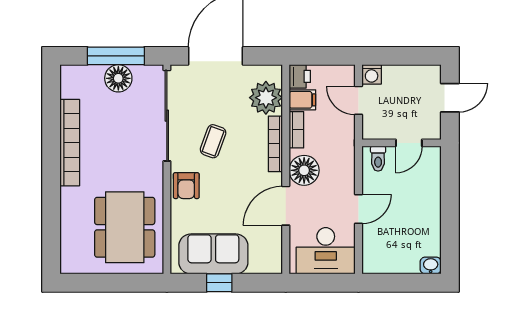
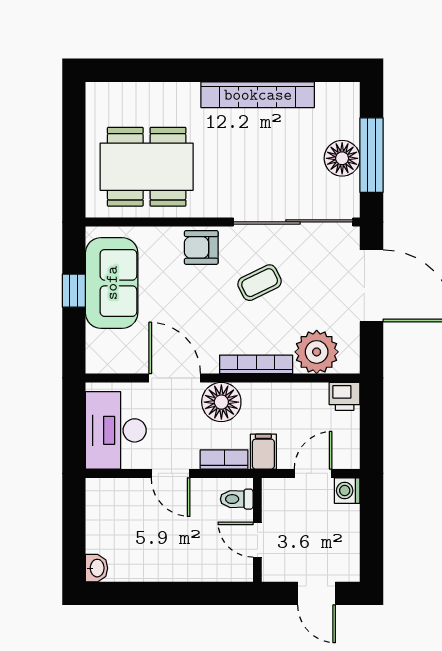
filing cabinet: (302, 100) -> (263, 452), moved, turned 180
bookcase: (296, 130) -> (224, 460), moved, turned 180
coffee table: (213, 141) -> (260, 283), turned -46

